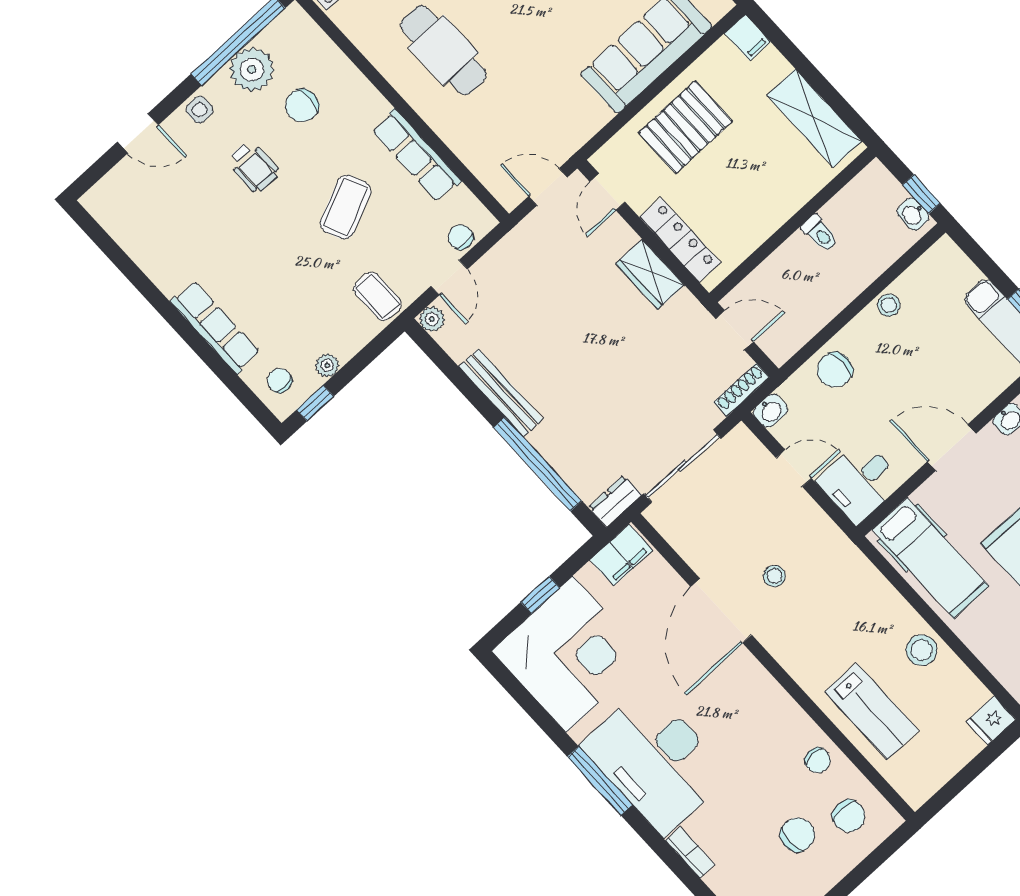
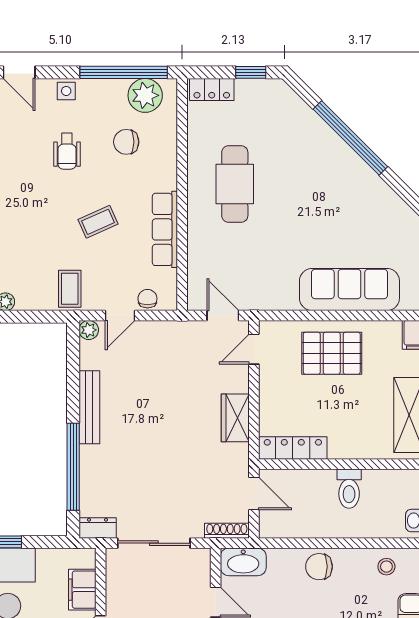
plant: (252, 69) -> (145, 95), moved
coffee table: (345, 207) -> (98, 222), width x0.73, depth x0.77
toilet: (820, 233) -> (349, 489), width x1.37, depth x1.39
locker: (680, 240) -> (293, 448), moved, turned -90
stool: (889, 305) -> (386, 567), moved
chair: (835, 370) -> (319, 567), moved
washbasin: (770, 411) -> (243, 562), width x1.91, depth x1.45
filing cabinet: (621, 555) -> (82, 590), moved, turned 90

